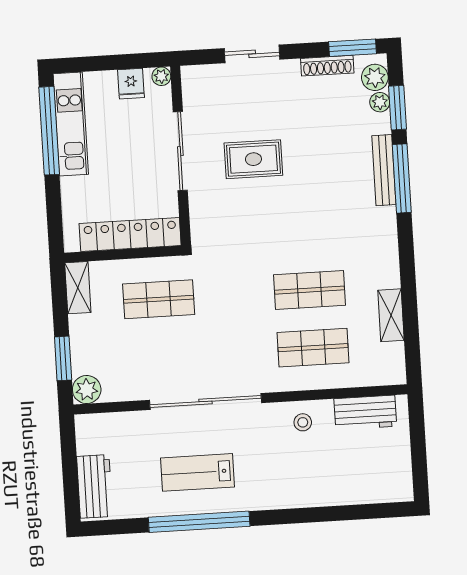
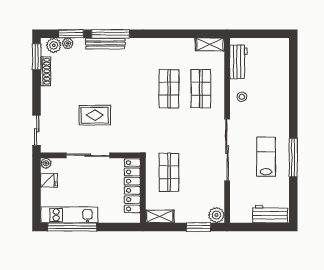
sliding door: (252, 54) -> (37, 130), moved
rug: (253, 159) -> (95, 115), turned 90
shelving: (391, 315) -> (210, 44), moved
lab bench: (197, 472) -> (266, 157), turned 180
window: (199, 522) -> (293, 157), width x0.68

